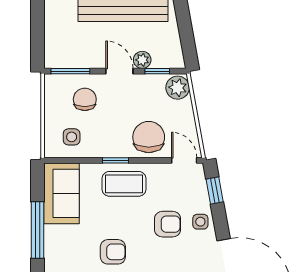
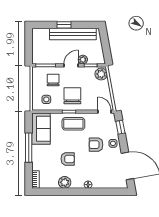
door: (119, 71) -> (71, 65), hinge flipped
chair: (149, 137) -> (72, 96), moved
armchair: (168, 224) -> (96, 145), turned 180

